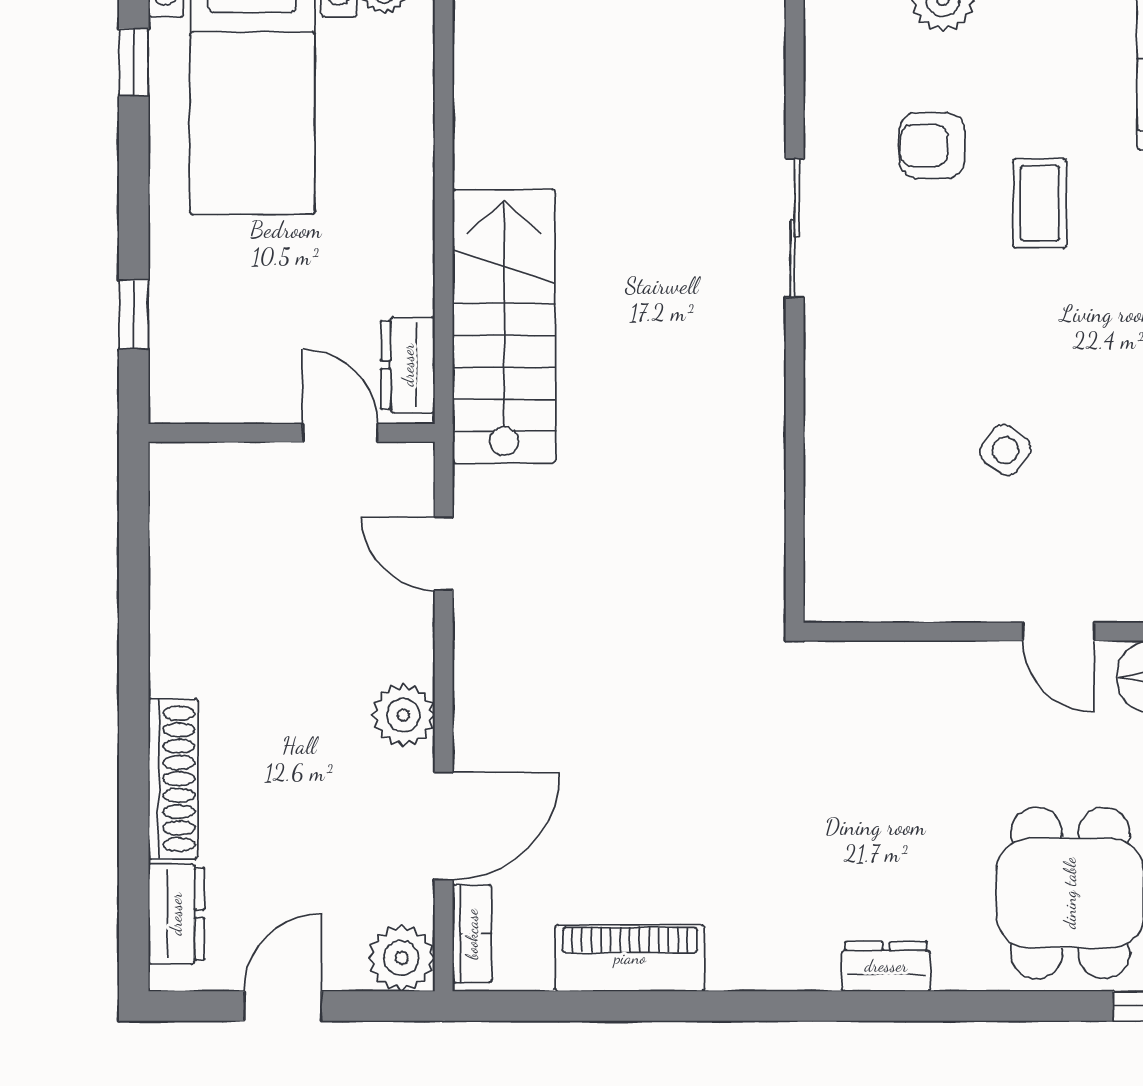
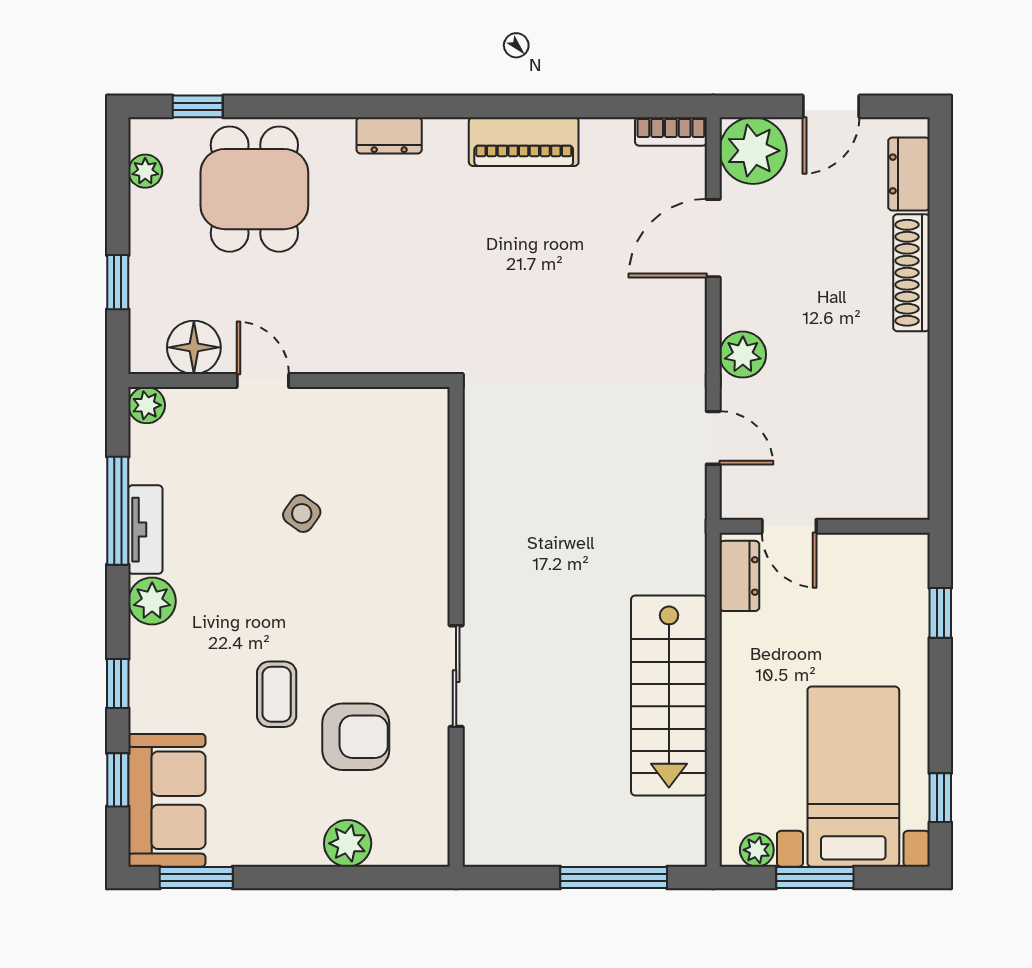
armchair: (932, 145) -> (356, 737), width x1.38, depth x1.38
stairs: (504, 326) -> (669, 696), moved
plant: (403, 715) -> (743, 355), moved
bookcase: (472, 934) -> (671, 131), moved, turned -90
plant: (401, 958) -> (753, 151), width x1.36, depth x1.36
piano: (630, 958) -> (524, 142), moved

